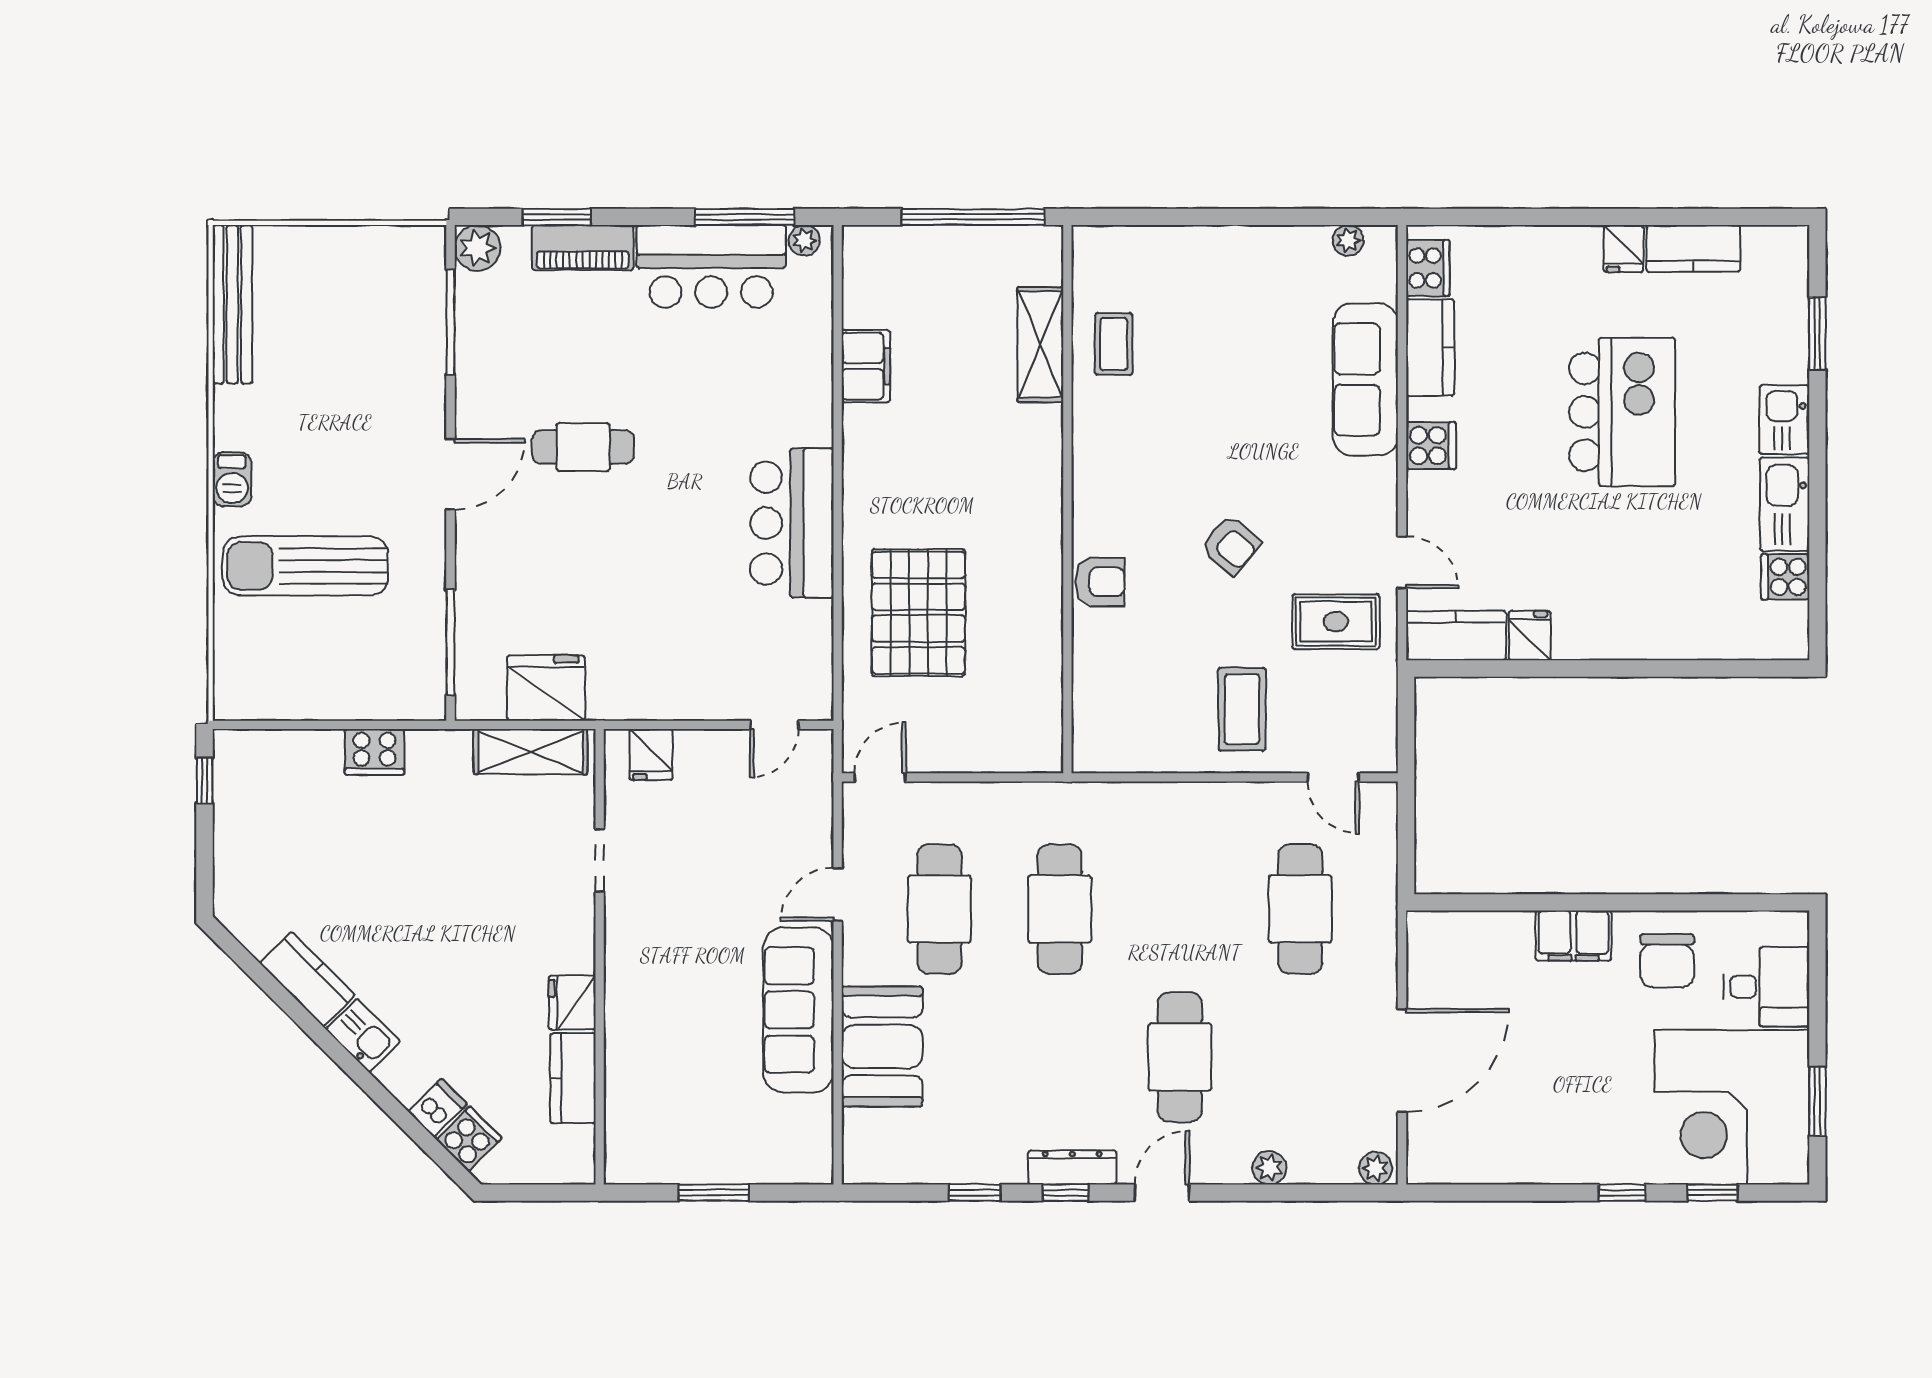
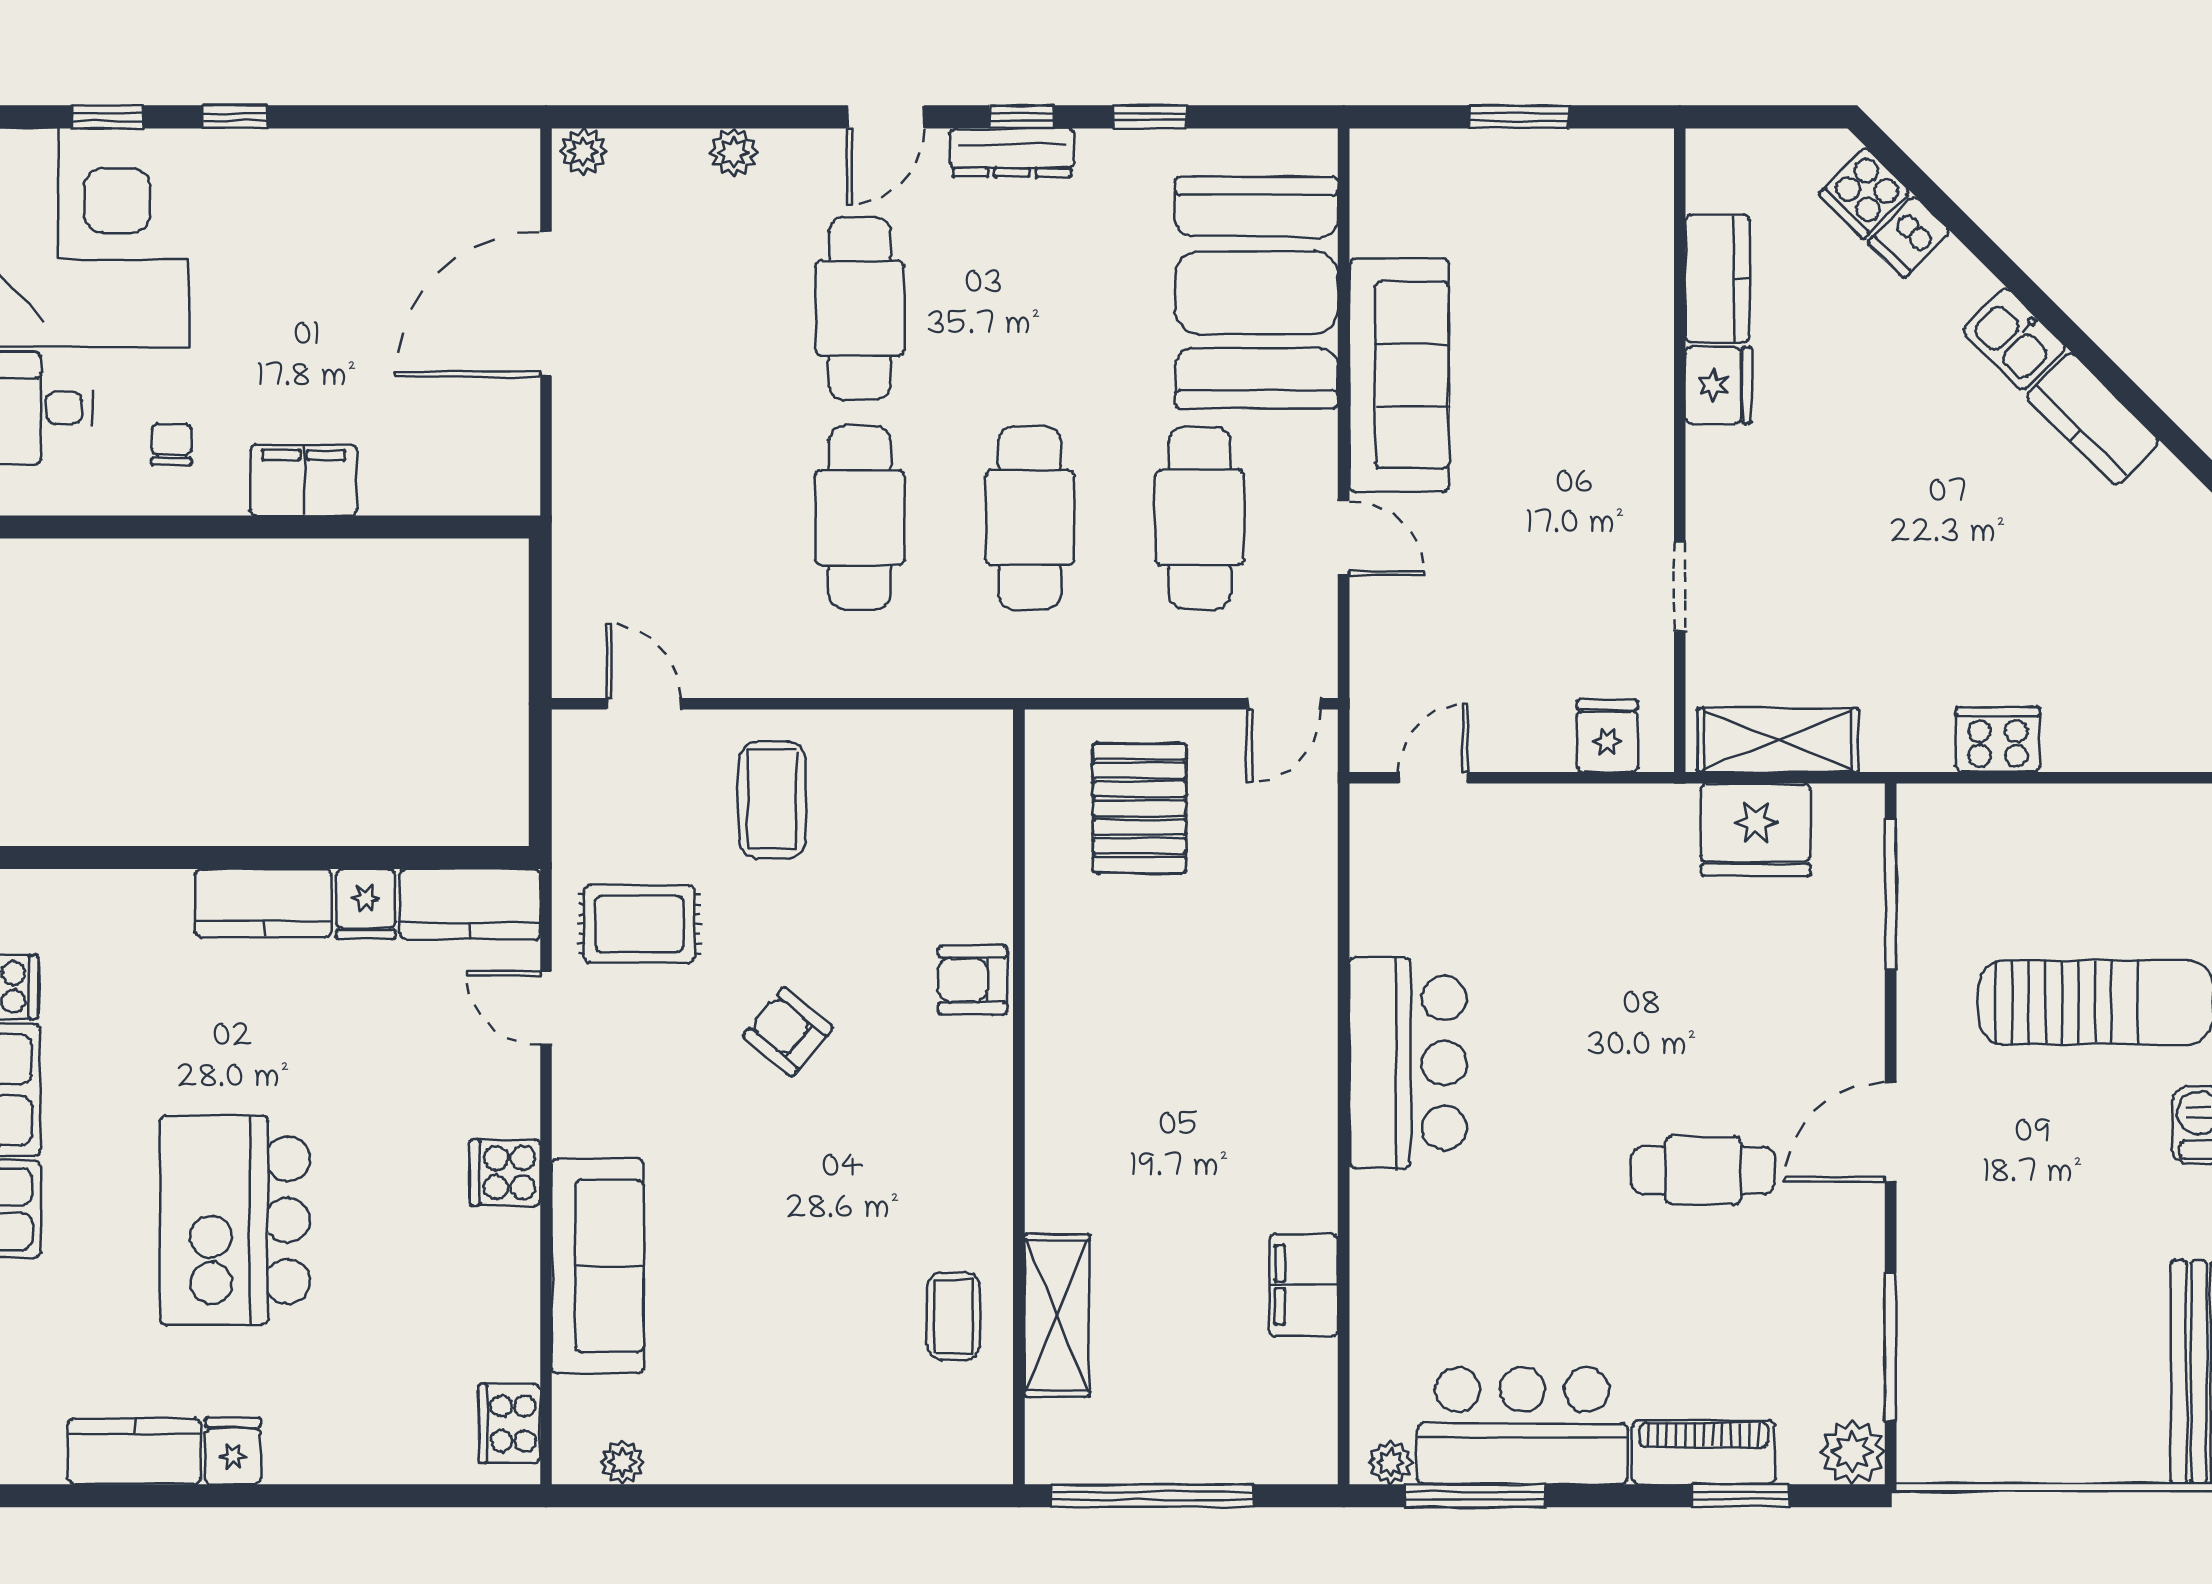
kitchen counter: (1430, 348) -> (263, 903), moved, turned -90
pallet: (918, 613) -> (1139, 808), moved, width x0.73, depth x0.71
door: (838, 894) -> (1344, 538), hinge flipped
cafe table: (1300, 909) -> (860, 518), moved
chair: (1667, 961) -> (171, 444), width x0.54, depth x0.54
booth: (882, 1047) -> (1257, 293), width x1.36, depth x1.42

